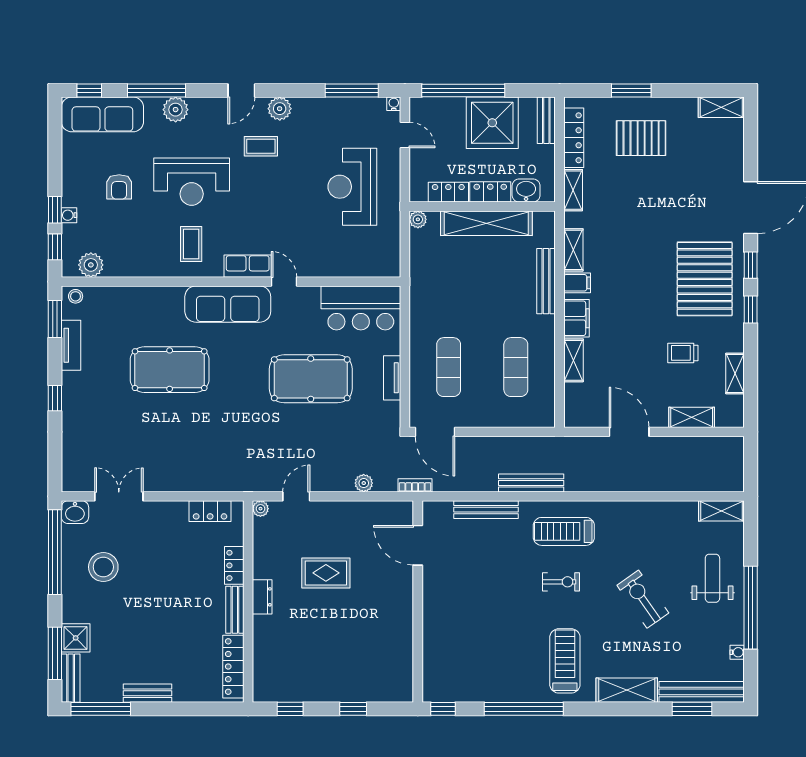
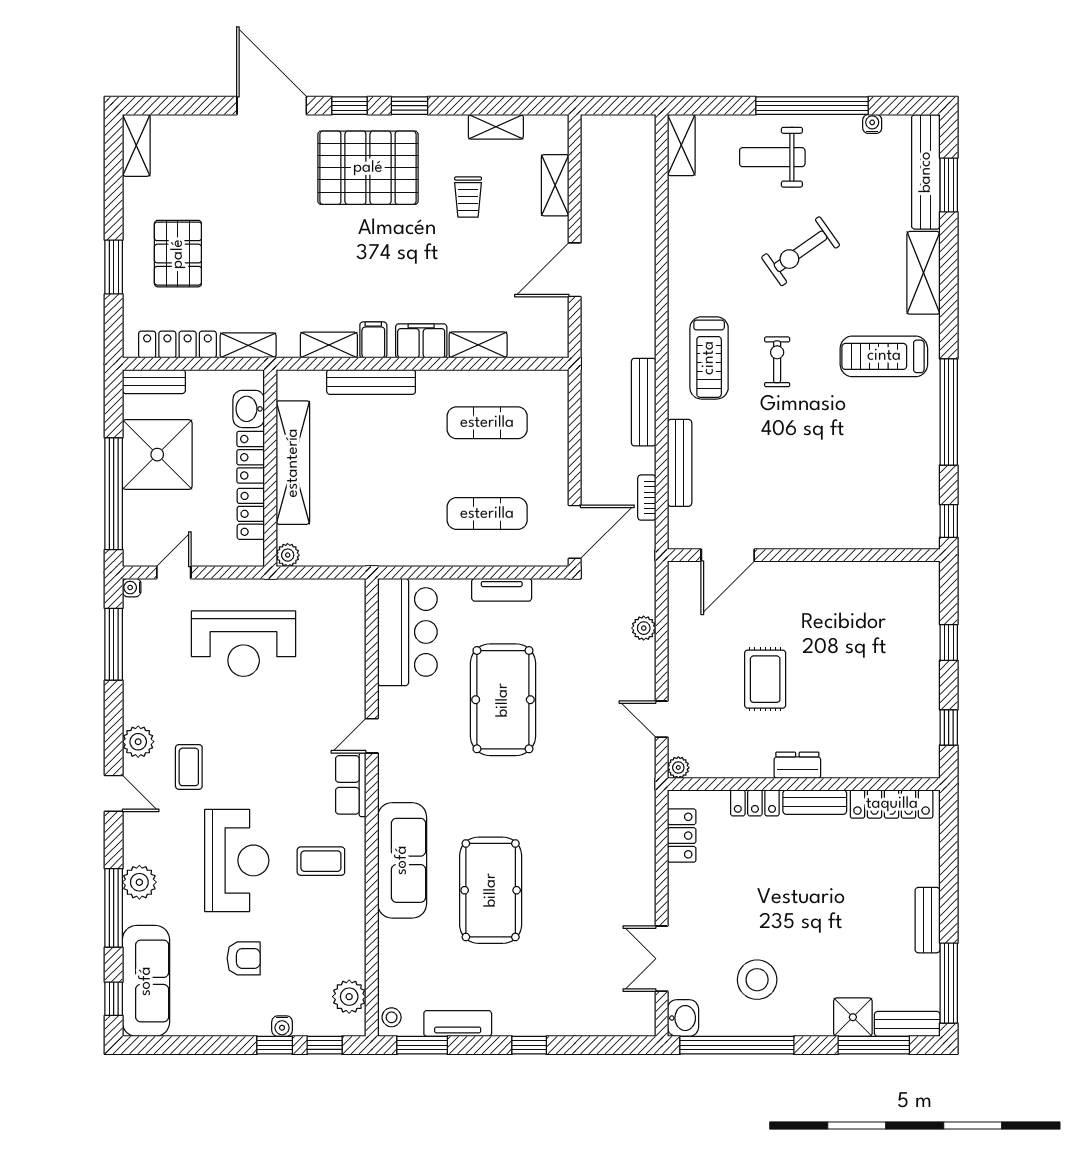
sofa: (228, 304) -> (402, 860), moved
bookcase: (415, 485) -> (647, 498), moved

